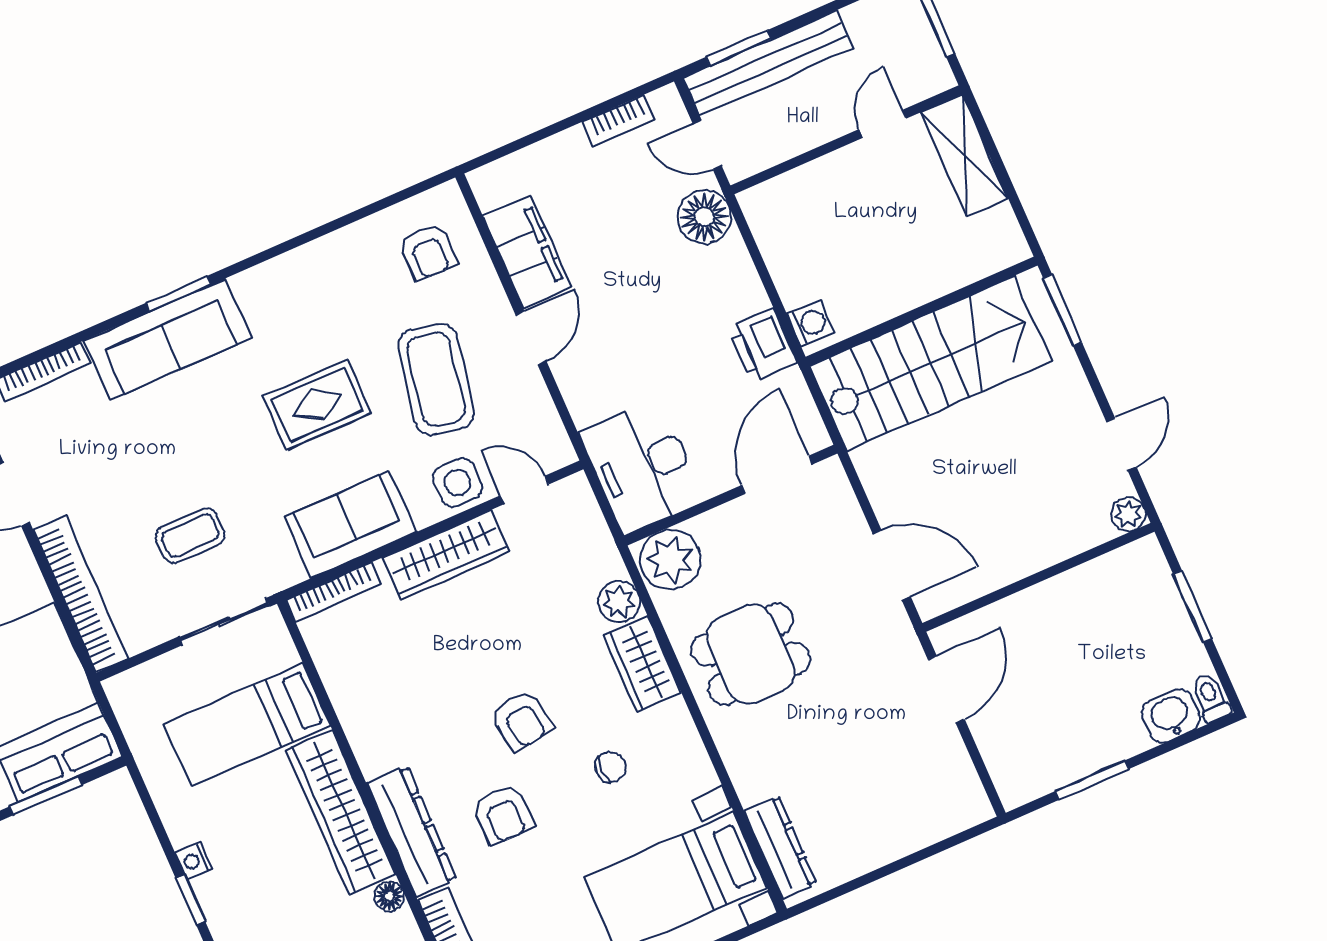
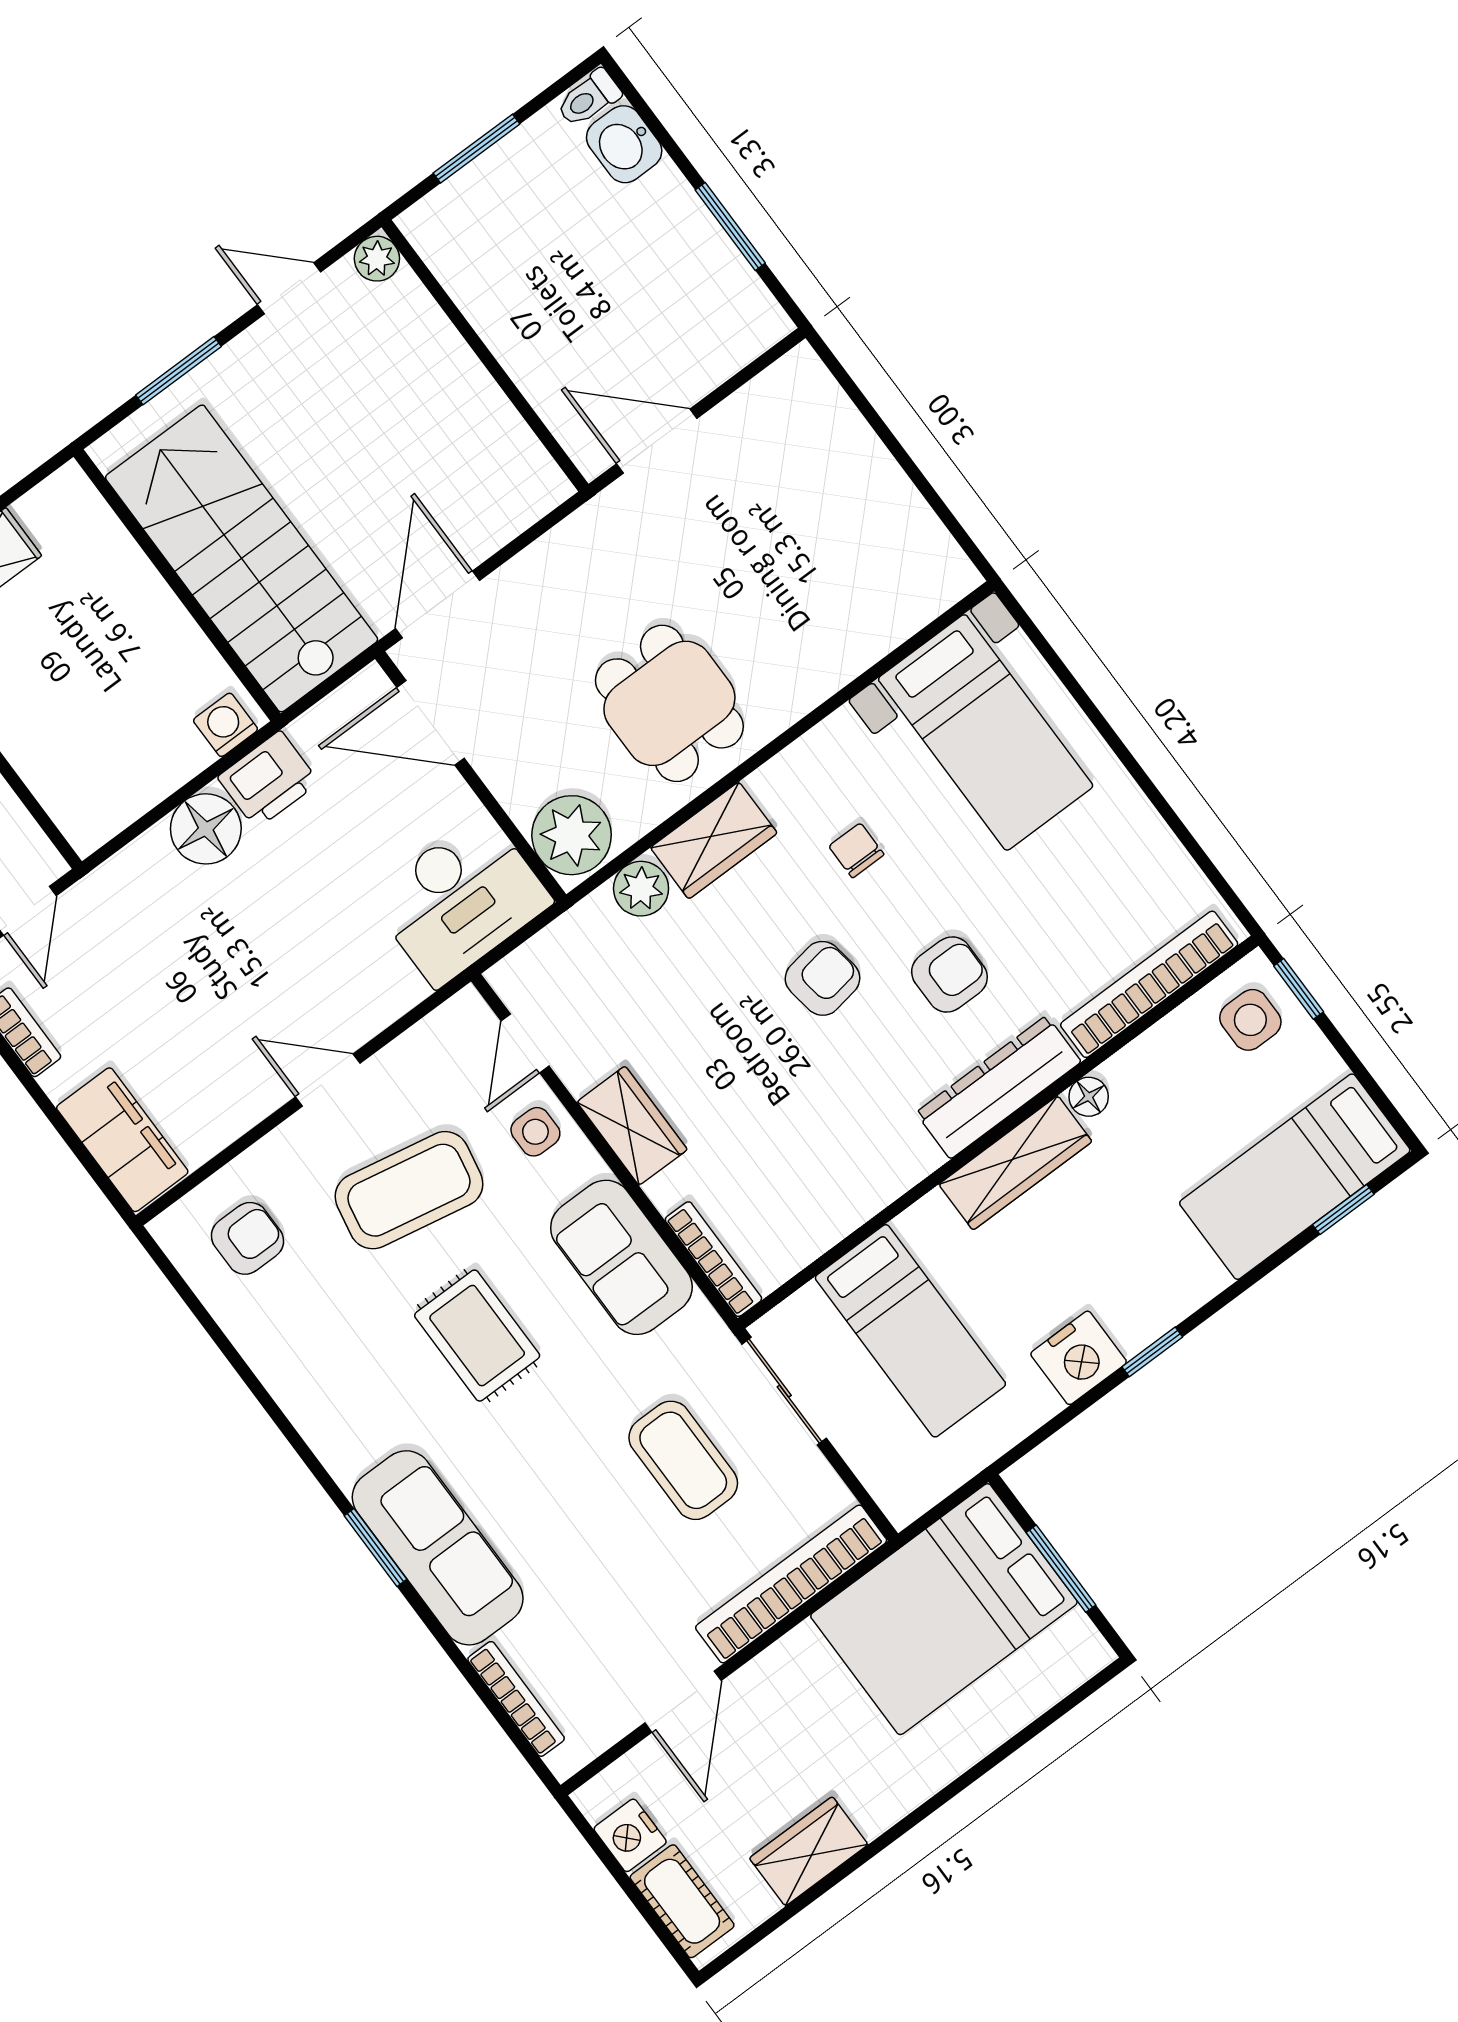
floor lamp: (704, 217) -> (206, 829), moved
filing cabinet: (527, 252) -> (122, 1140), moved, turned 90
window: (1063, 310) -> (178, 371), moved
side table: (458, 482) -> (535, 1132), width x0.73, depth x0.73
coffee table: (190, 535) -> (683, 1460), width x1.36, depth x1.30
wardrobe: (446, 555) -> (632, 1126), width x0.67
door: (892, 565) -> (437, 604), moved
wardrobe: (340, 812) -> (1015, 1163), width x0.71, depth x0.85
dresser: (781, 847) -> (909, 607), removed
nightstand: (194, 861) -> (1079, 1358), width x1.89, depth x1.79

